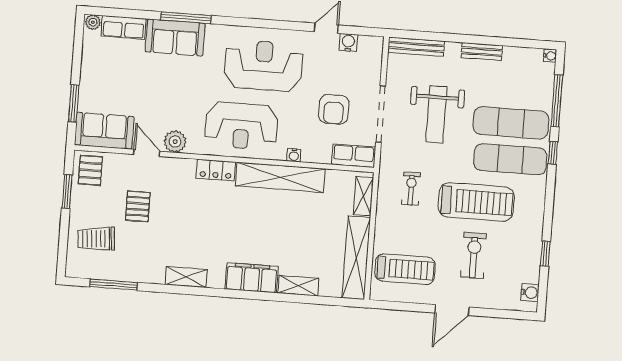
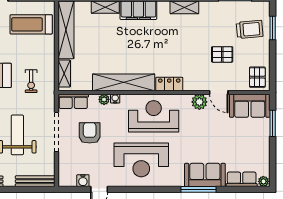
plant: (310, 155) -> (104, 99), added
window: (67, 191) -> (273, 28), moved
pallet: (138, 206) -> (222, 54), turned 90

